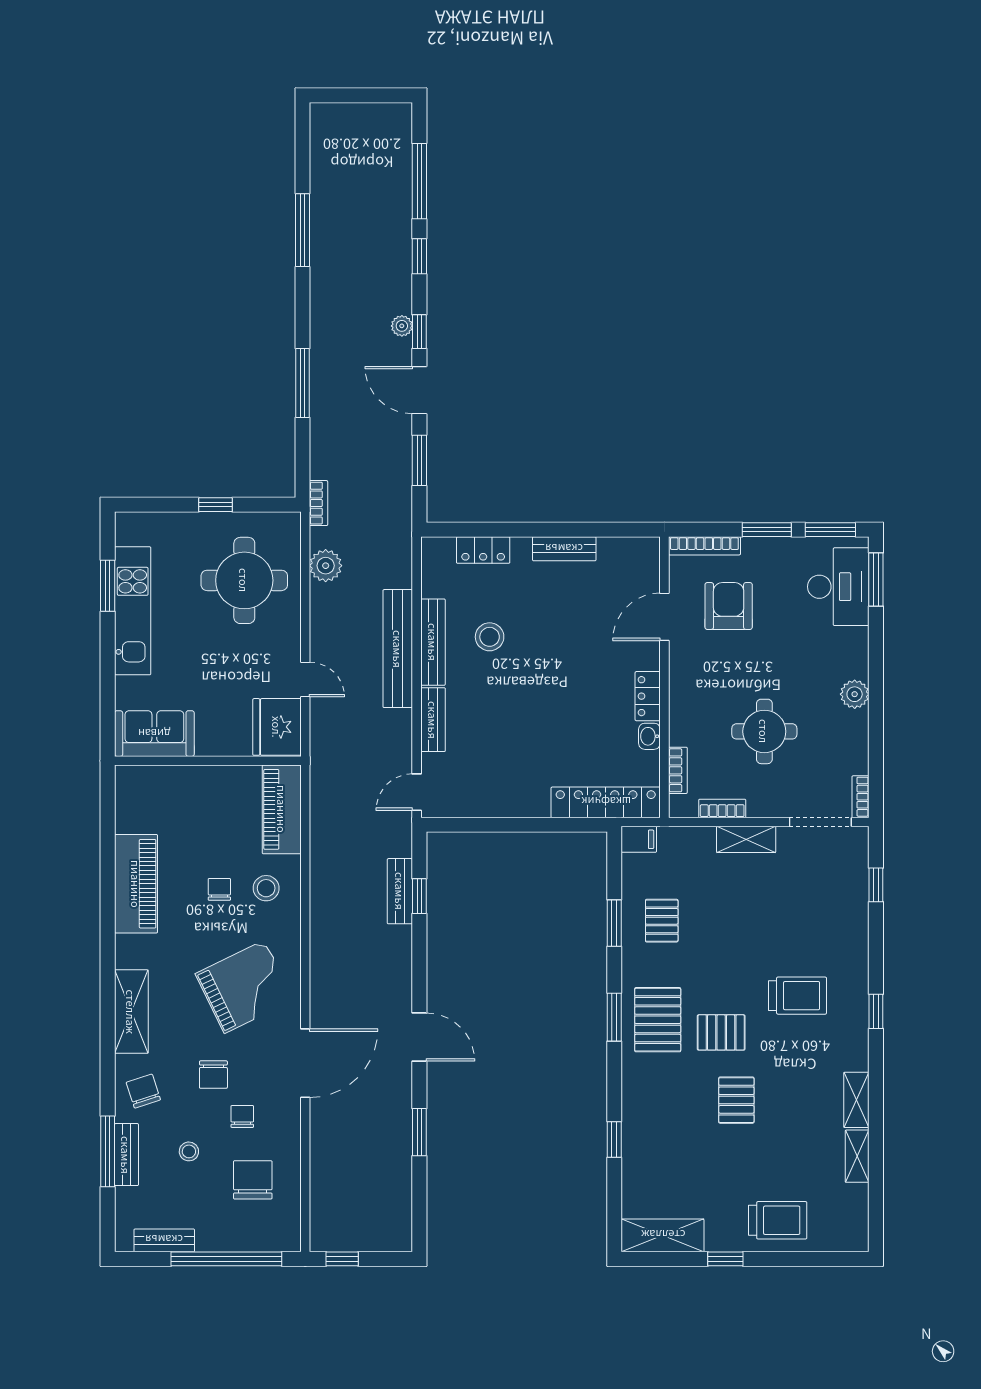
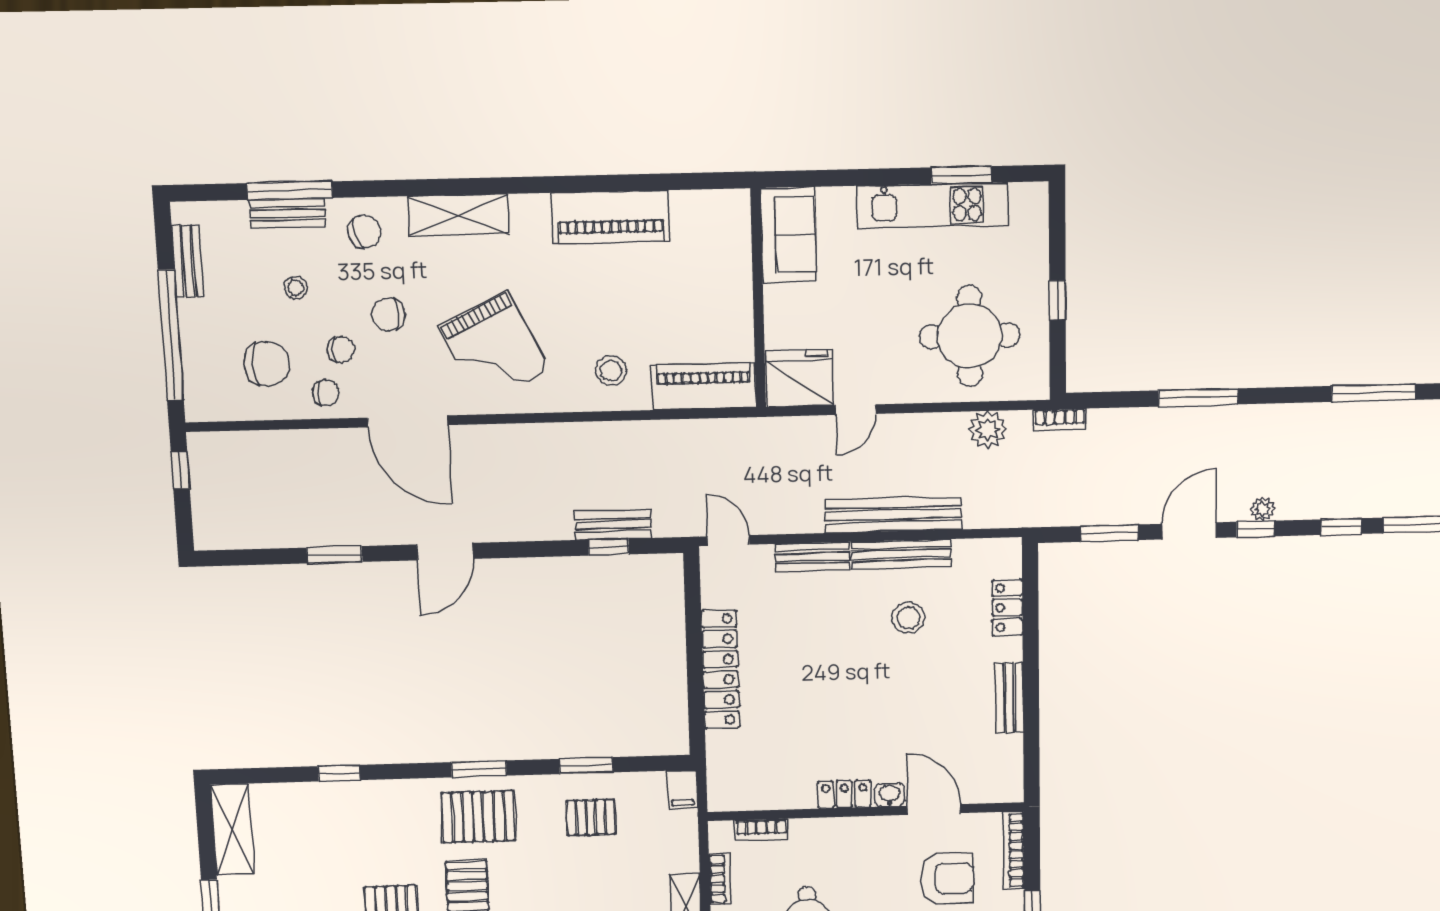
washbasin: (649, 736) -> (890, 795), moved
locker: (606, 802) -> (720, 669), moved
chair: (219, 889) -> (326, 393), moved

